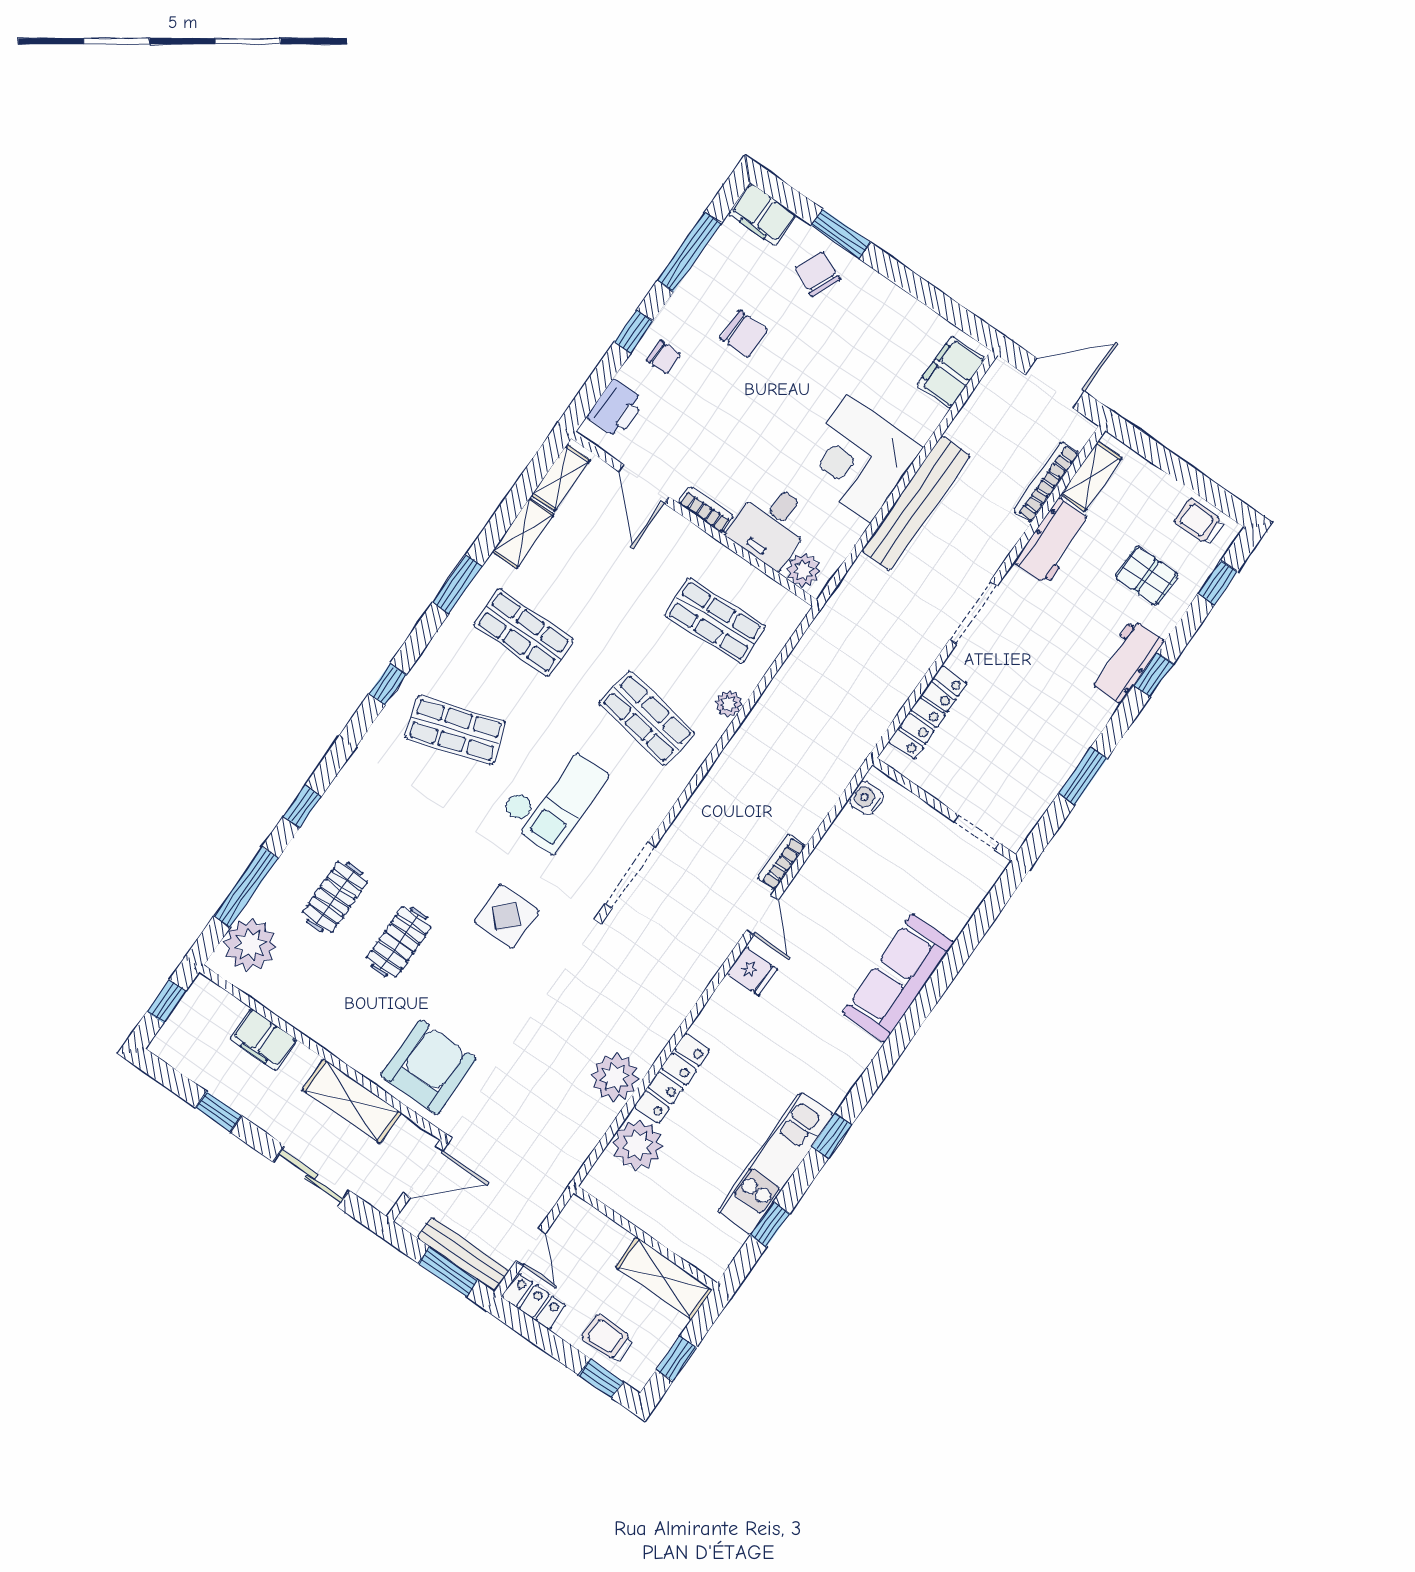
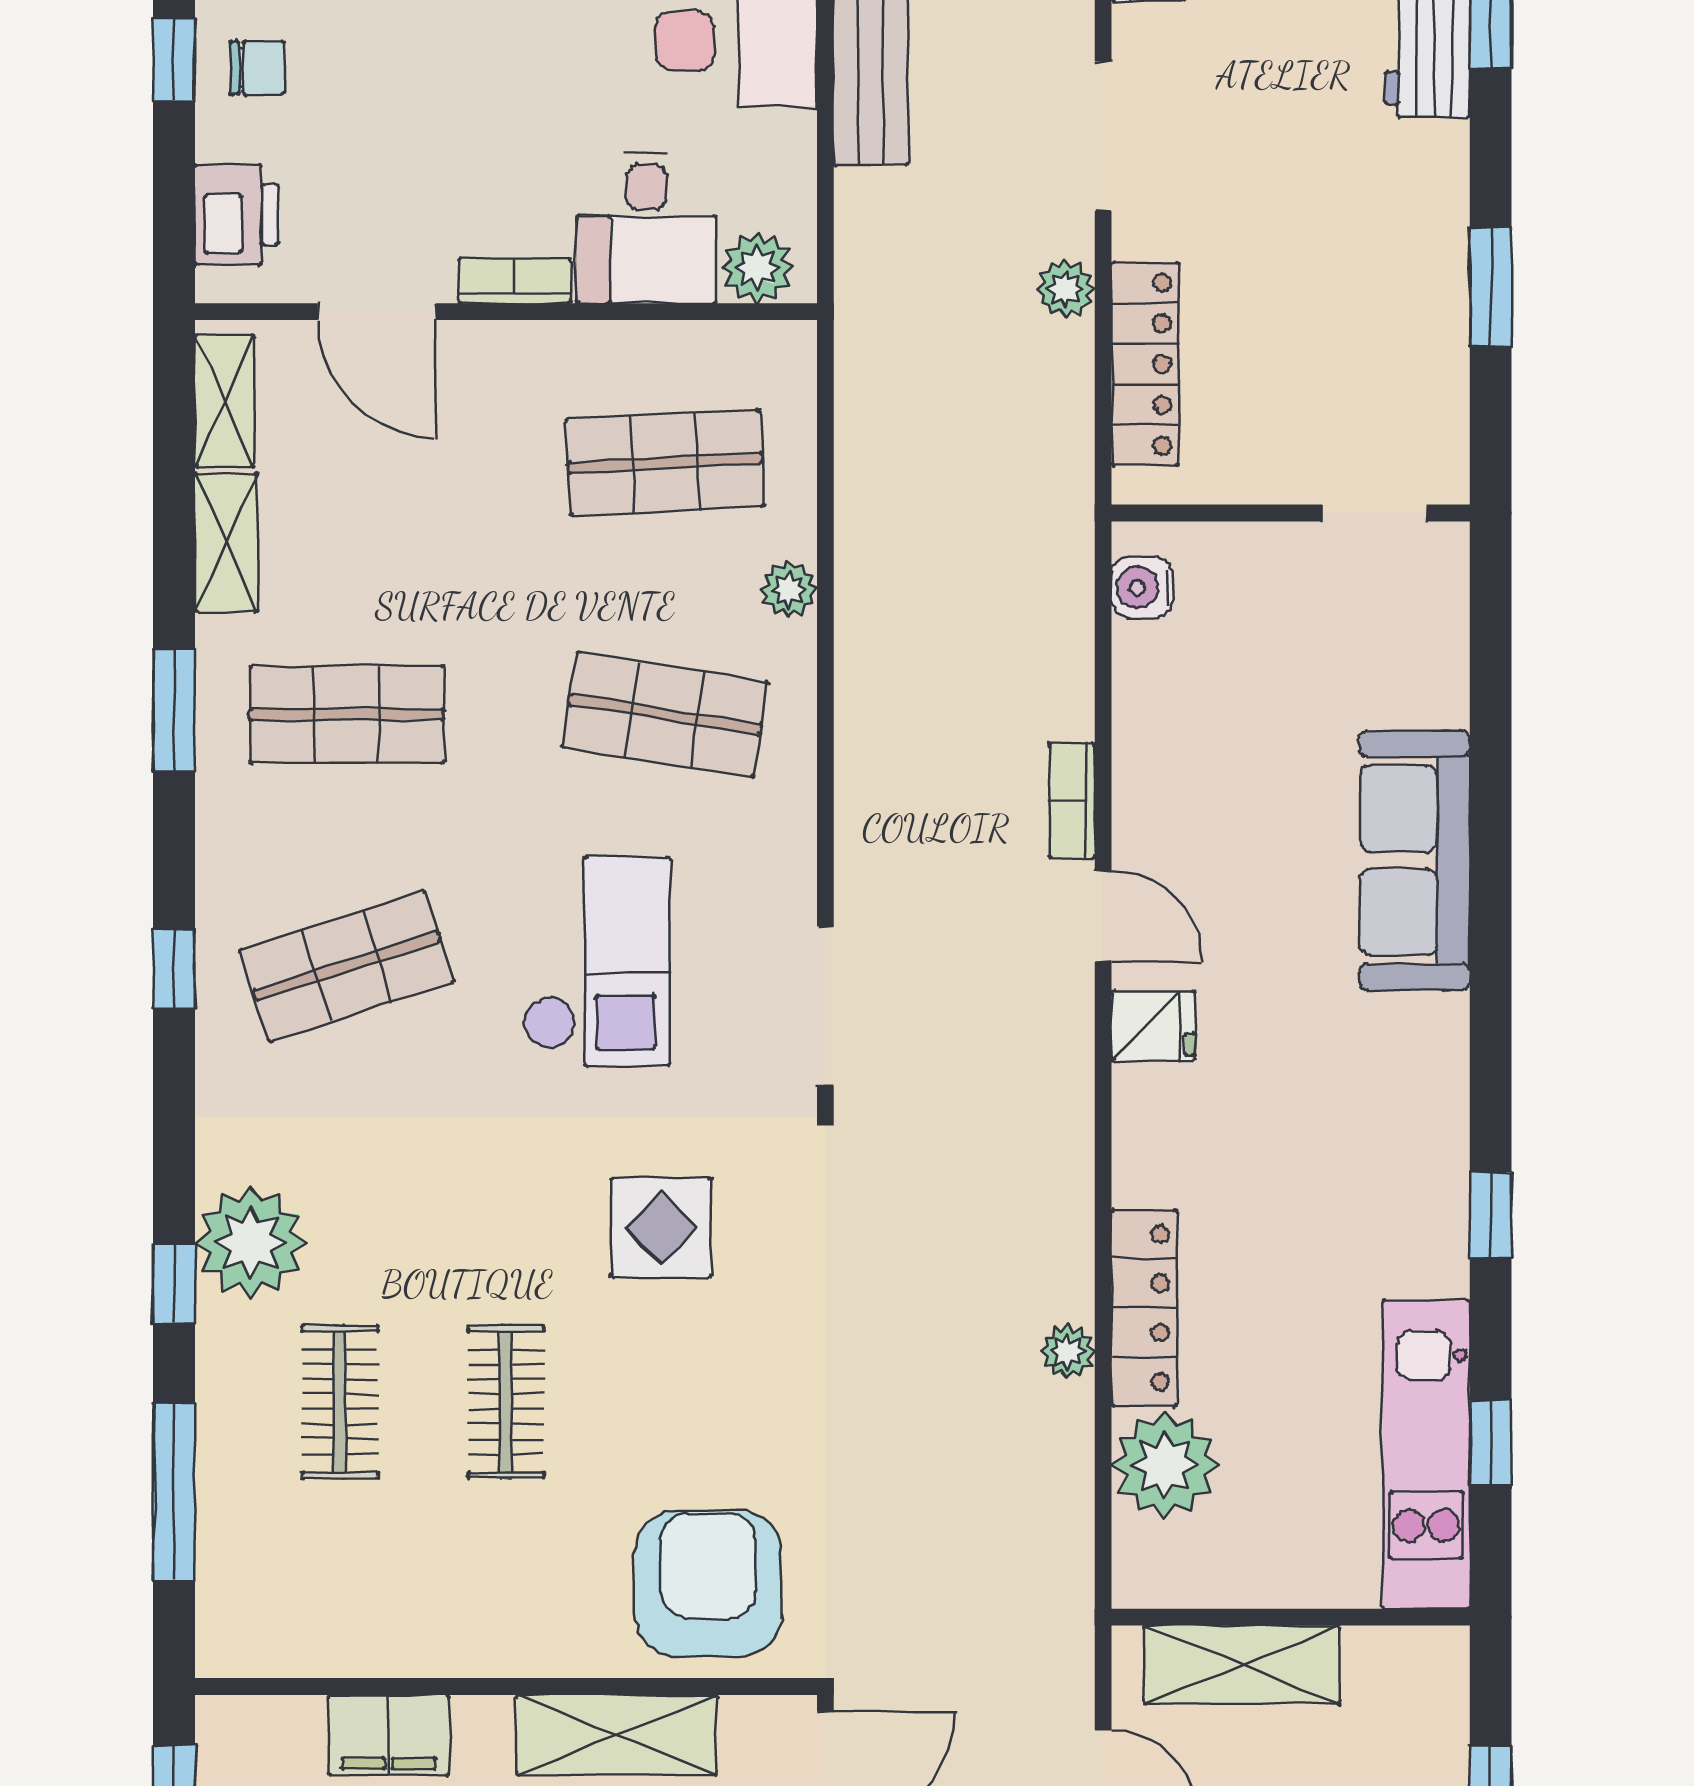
plant: (917, 662) -> (1066, 289), added
plant: (250, 945) -> (251, 1242), moved
plant: (615, 1077) -> (1068, 1352), width x0.53, depth x0.53
kitchen unit: (776, 1163) -> (1426, 1454), moved
shelving: (664, 1278) -> (1242, 1665), moved

